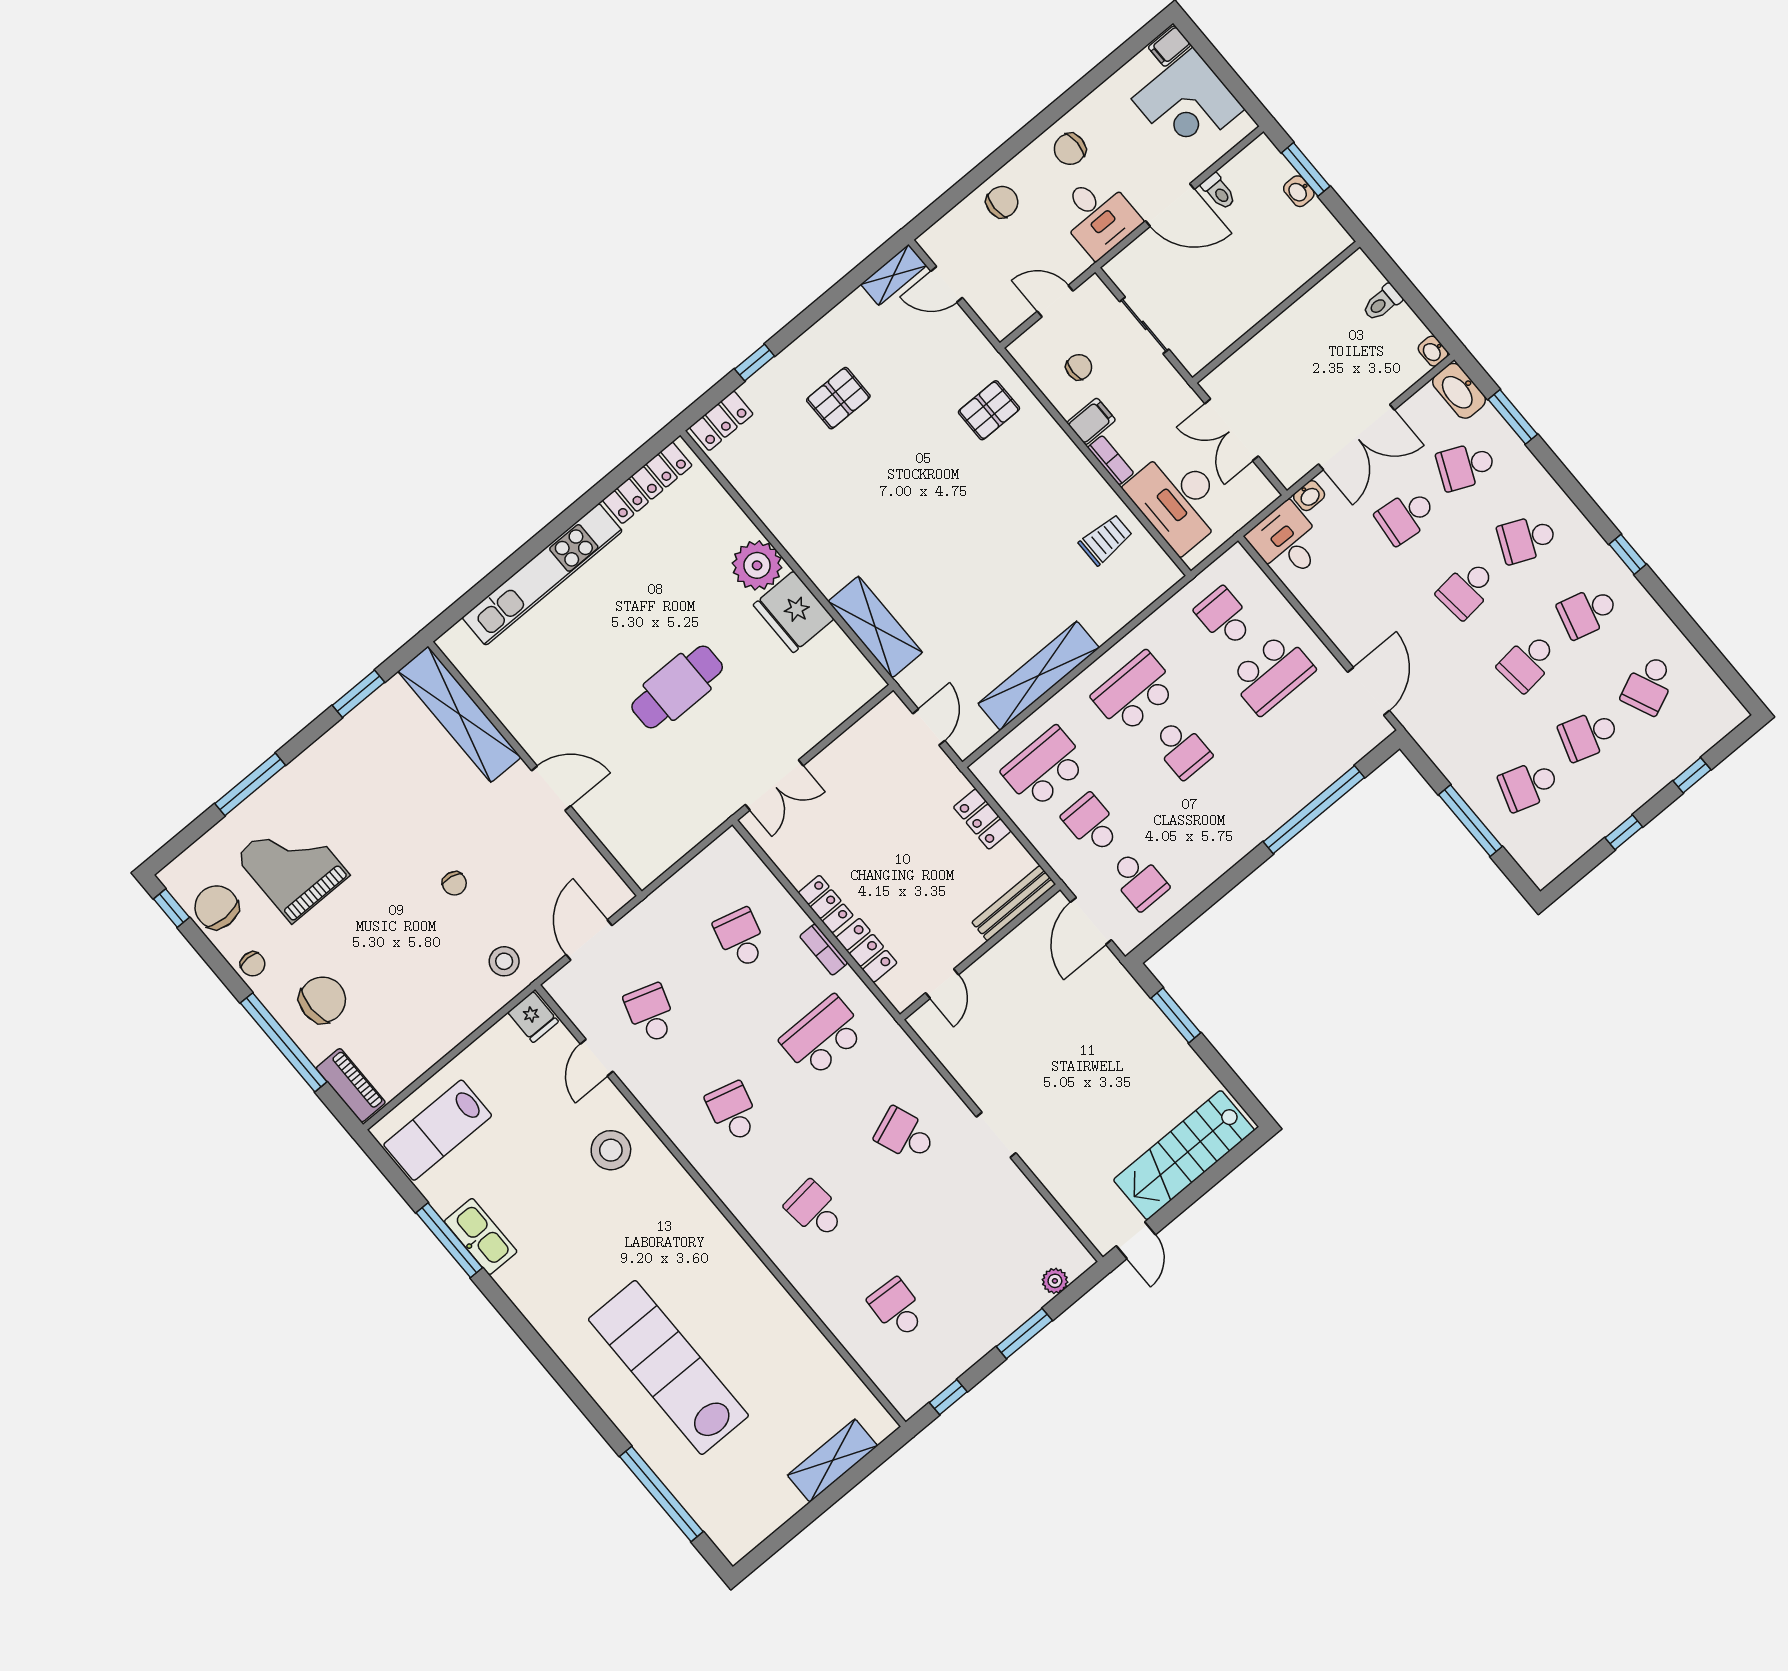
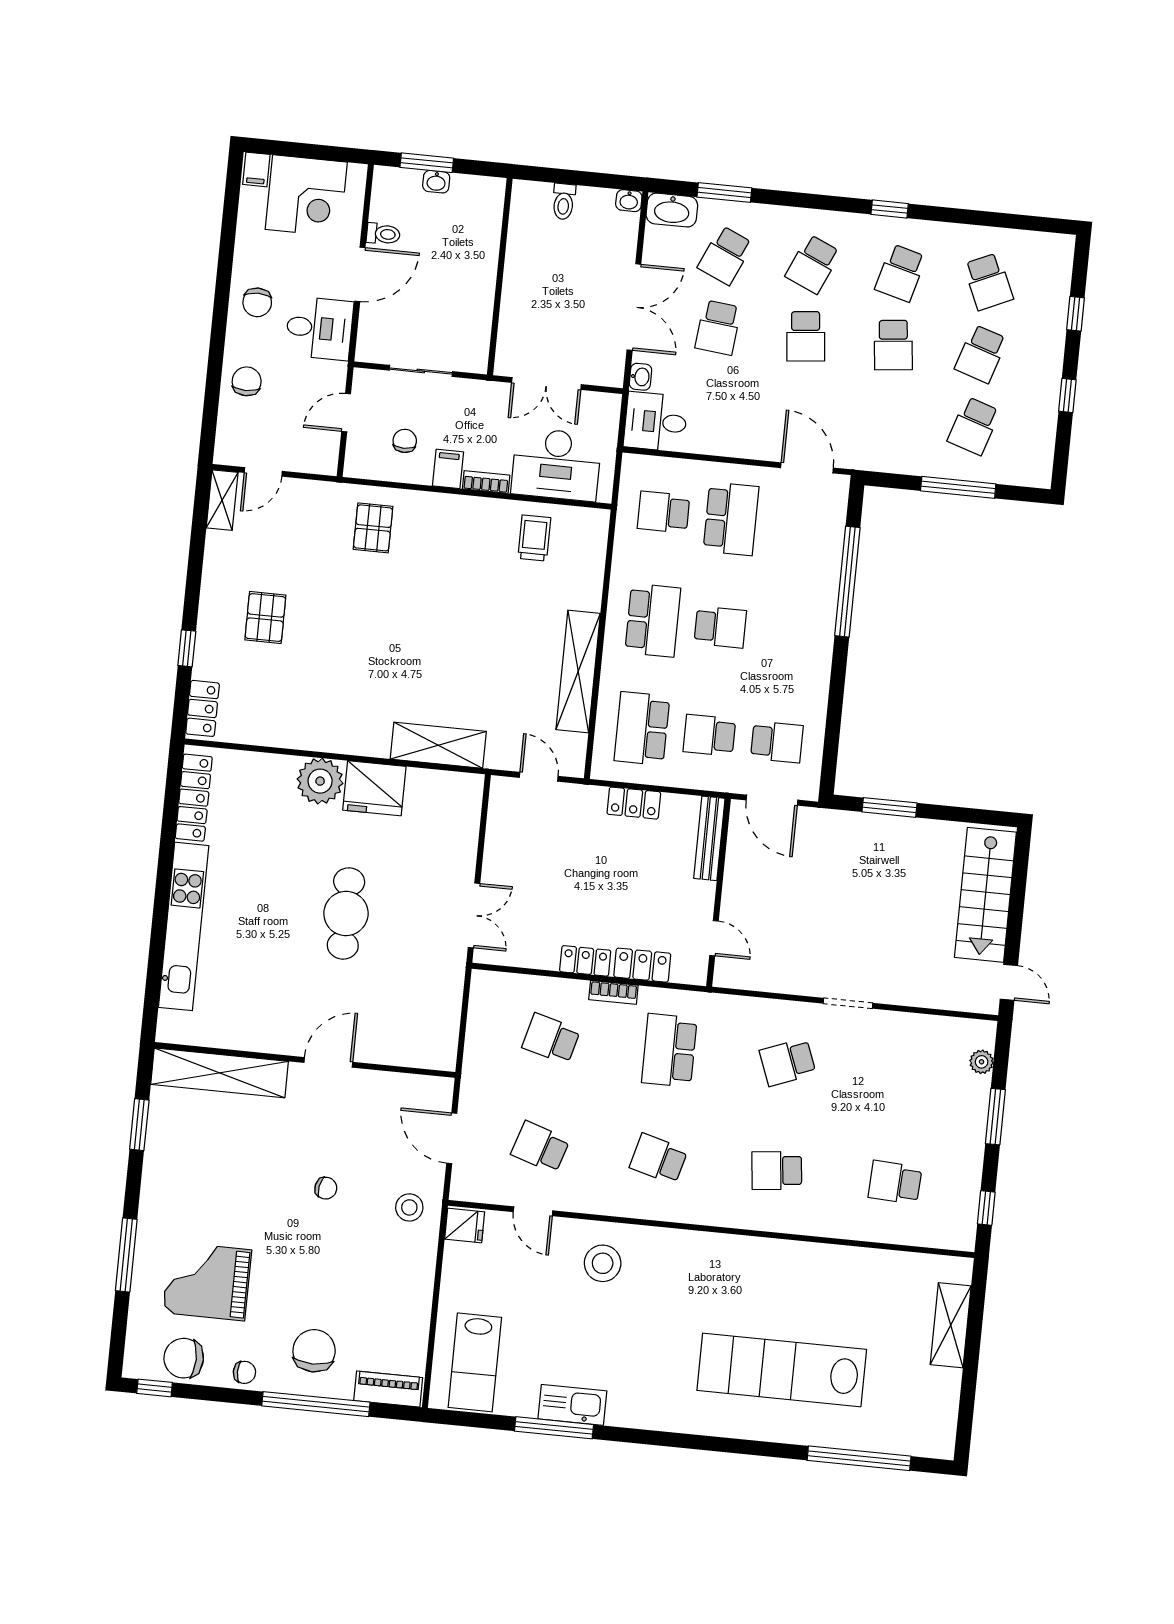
school desk: (1135, 693) -> (653, 620), turned 180

